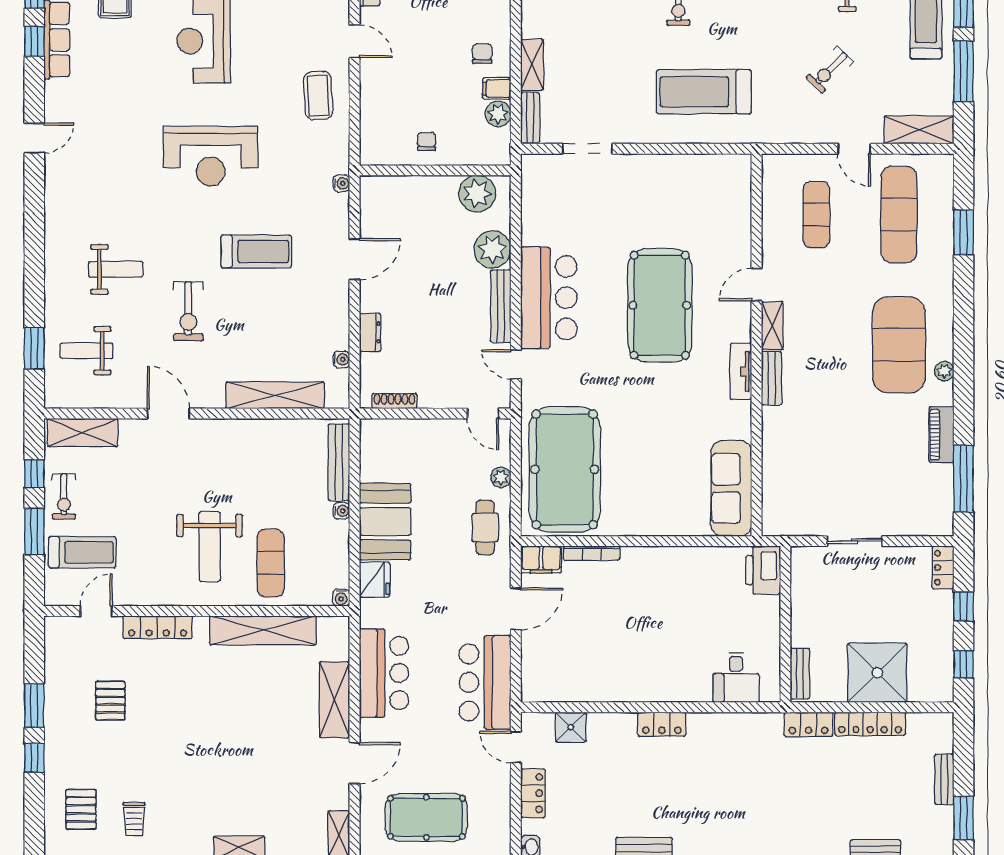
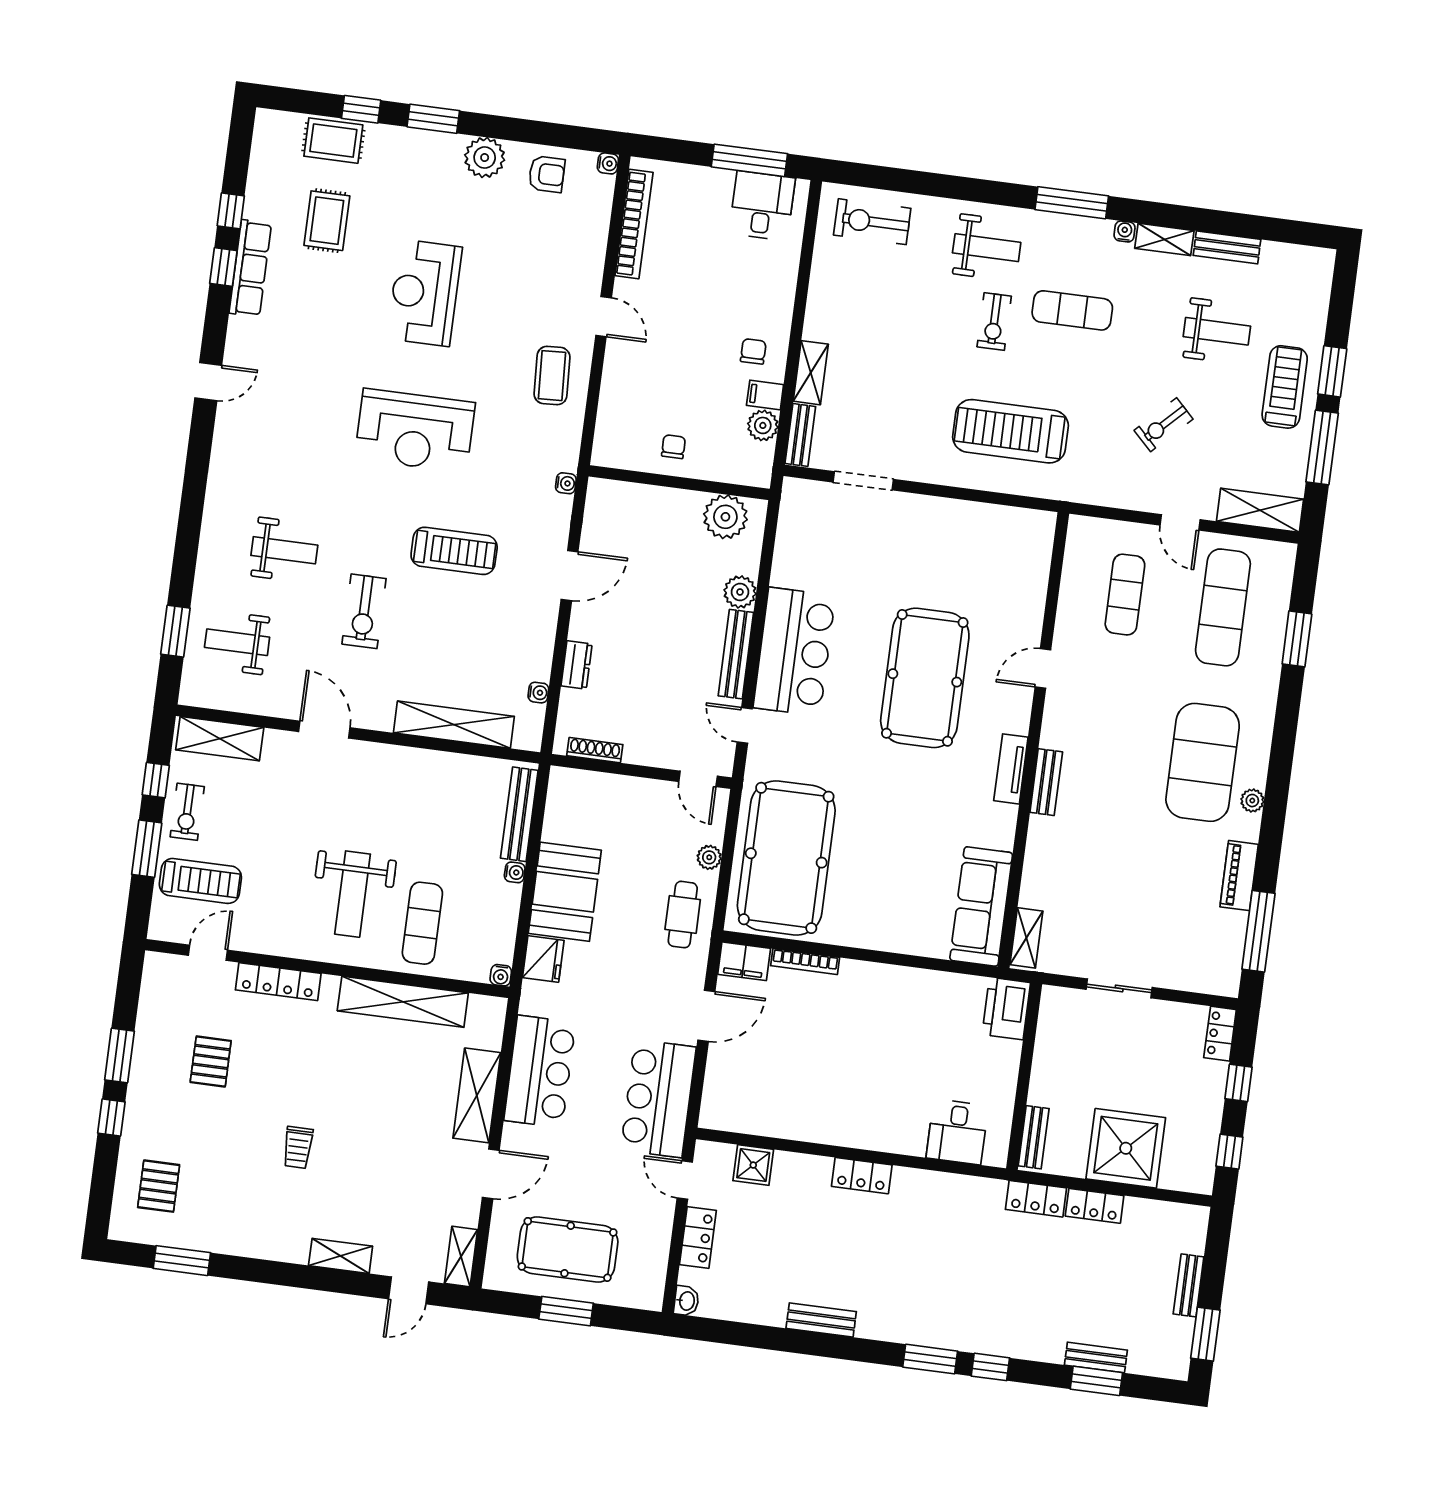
plant: (492, 249) -> (740, 592), width x0.73, depth x0.73
shelving: (772, 326) -> (1026, 938), moved
locker: (870, 724) -> (1095, 1206), width x0.66
trolley: (134, 819) -> (298, 1147), moved

